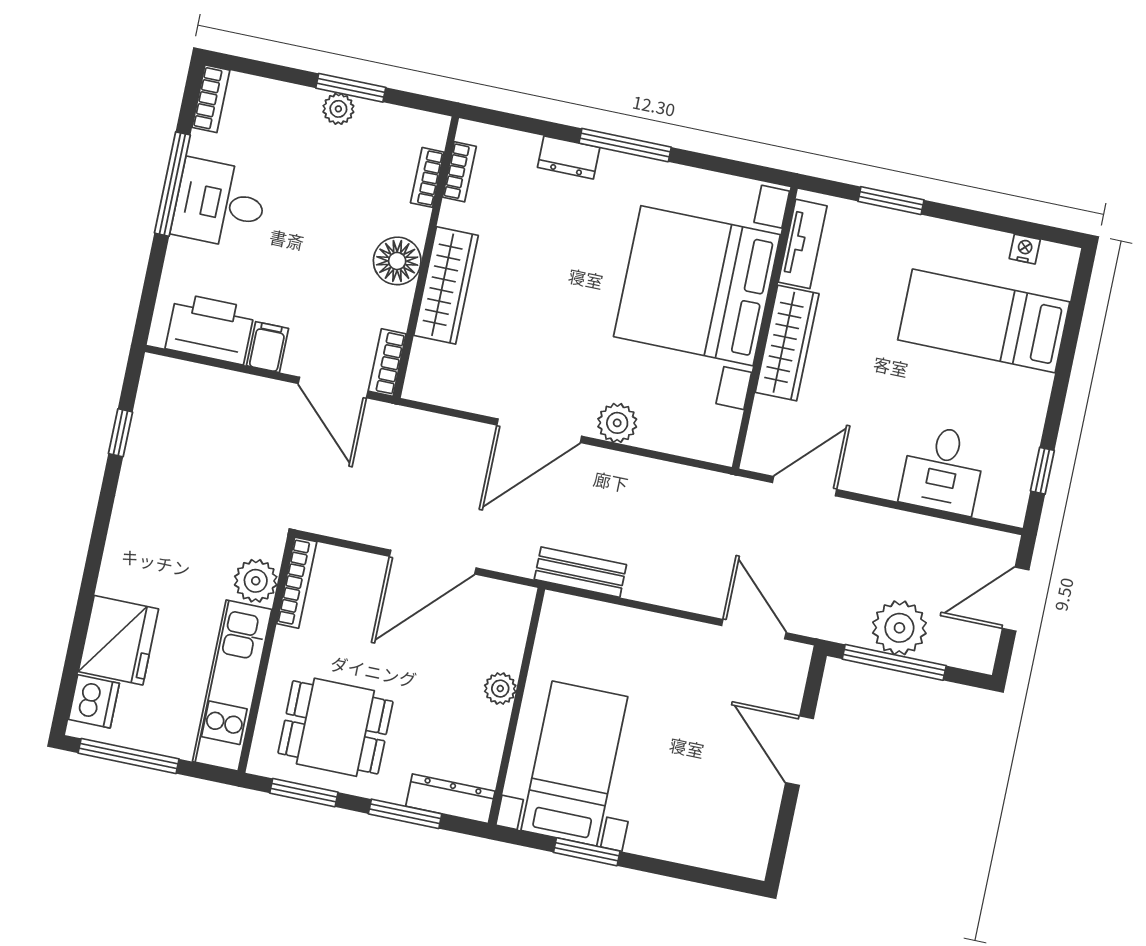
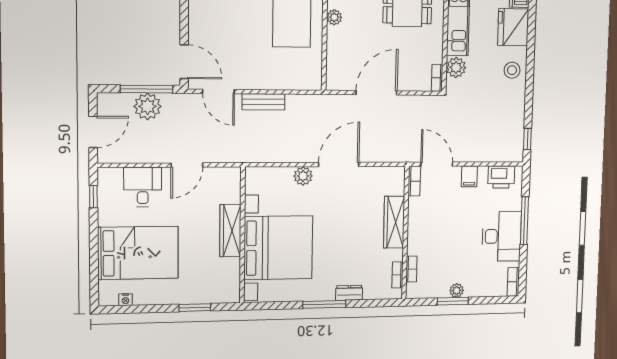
window: (172, 184) -> (524, 221), moved
desk: (220, 204) -> (502, 236), width x1.37
tv unit: (803, 244) -> (232, 278), removed
floor lamp: (397, 261) -> (418, 228), removed
bed: (984, 321) -> (138, 253), width x1.50
printer: (210, 329) -> (501, 177), width x0.73, depth x0.84
window: (120, 433) -> (527, 139), moved
door: (804, 486) -> (187, 165), moved
stool: (136, 551) -> (512, 70), added
bench: (580, 572) -> (263, 102), moved
bookcase: (297, 583) -> (437, 78), width x0.64
plant: (500, 689) -> (334, 17), moved
door: (799, 751) -> (184, 62), moved

